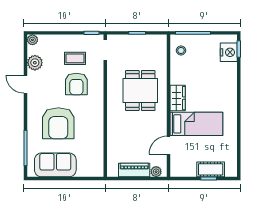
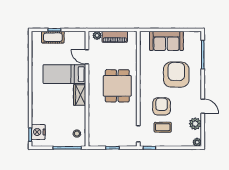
dining table: (140, 91) -> (117, 86), moved
door: (169, 145) -> (87, 57), swing flipped
sofa: (55, 165) -> (166, 41), moved

